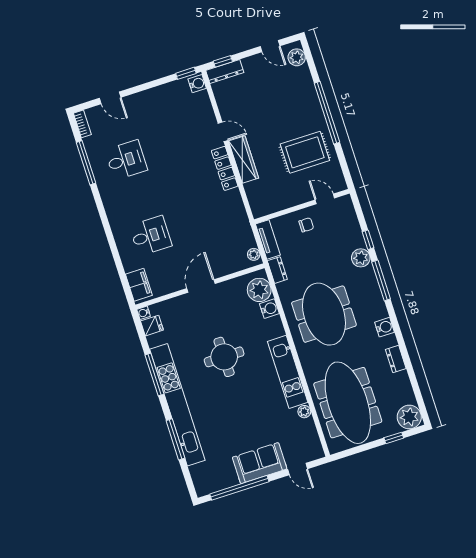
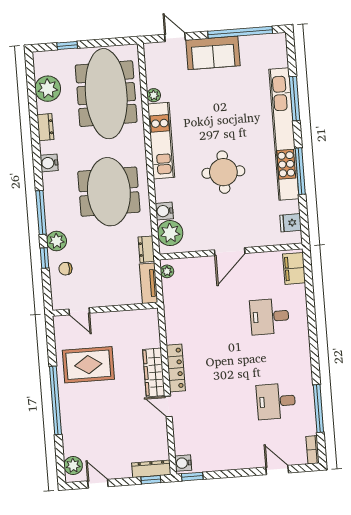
chair: (306, 225) -> (65, 269), moved
water cooler: (144, 313) -> (296, 238), removed
plant: (409, 417) -> (48, 89), moved

